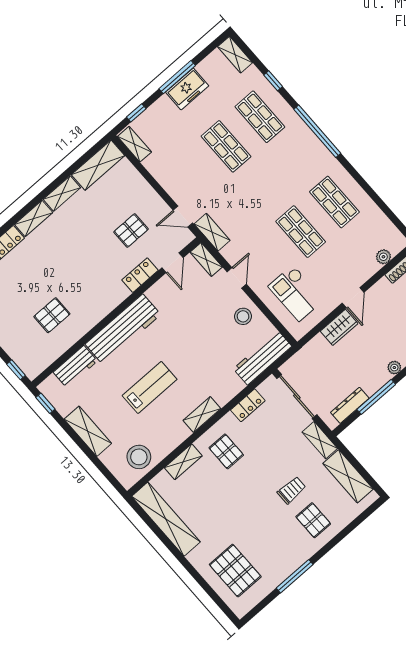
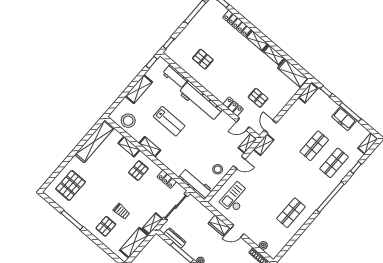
shop shelf: (301, 232) -> (271, 196), removed
shelving: (202, 415) -> (150, 147), moved

